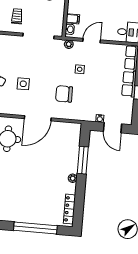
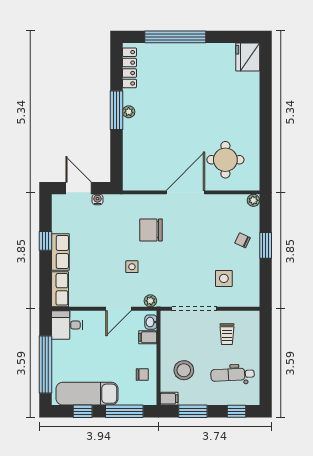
side table: (23, 84) -> (224, 278), moved
chair: (64, 94) -> (151, 230), turned 180
window: (83, 160) -> (117, 110), moved

